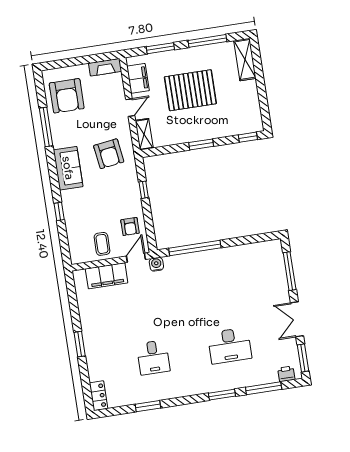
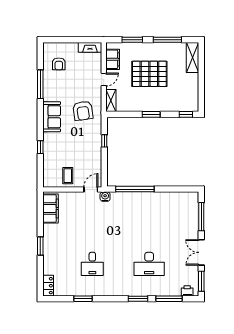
armchair: (67, 96) -> (59, 64), width x0.53, depth x0.53
armchair: (130, 227) -> (90, 166), removed
filing cabinet: (107, 276) -> (51, 208), moved, turned -90

